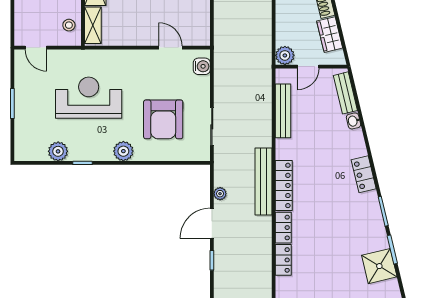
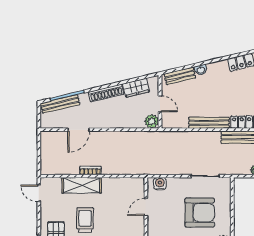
bench: (283, 111) -> (209, 123), moved

